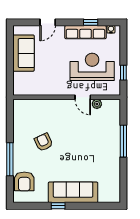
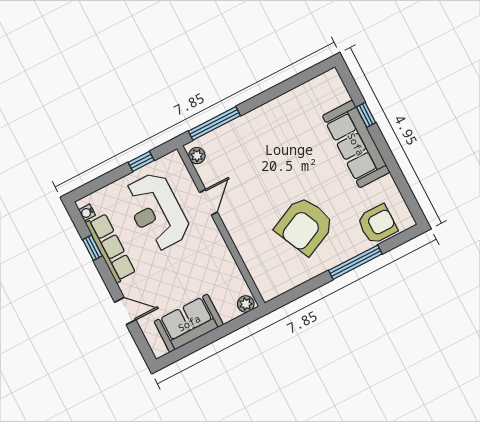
plant: (18, 89) -> (246, 304), added
plant: (97, 104) -> (197, 156), moved
window: (123, 141) -> (214, 123), moved
armchair: (44, 142) -> (305, 226), width x1.88, depth x1.88
window: (58, 206) -> (366, 115), moved

